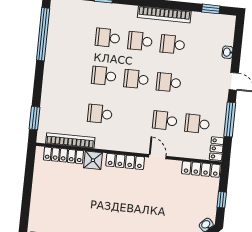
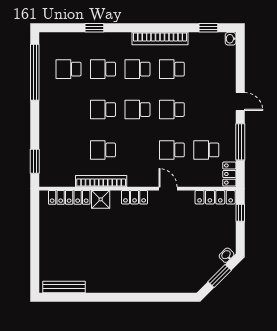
school desk: (75, 34) -> (69, 69), added
washbasin: (228, 52) -> (231, 39), moved
bookcase: (70, 140) -> (101, 181), moved
locker: (125, 161) -> (135, 197), width x0.66
window: (222, 200) -> (240, 213), moved

